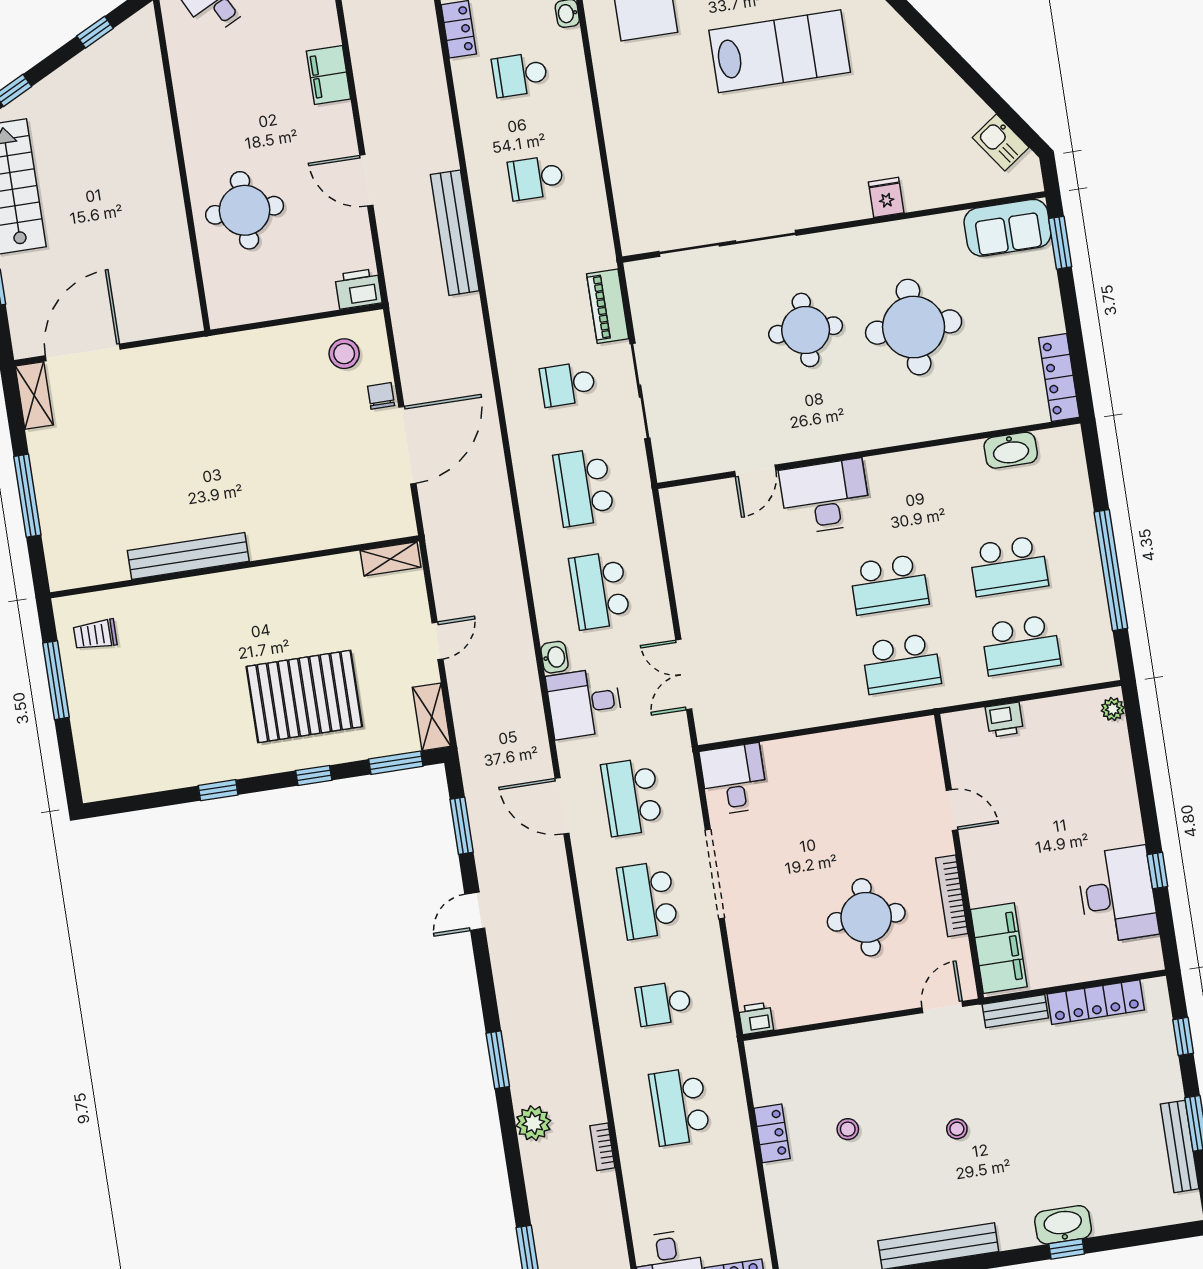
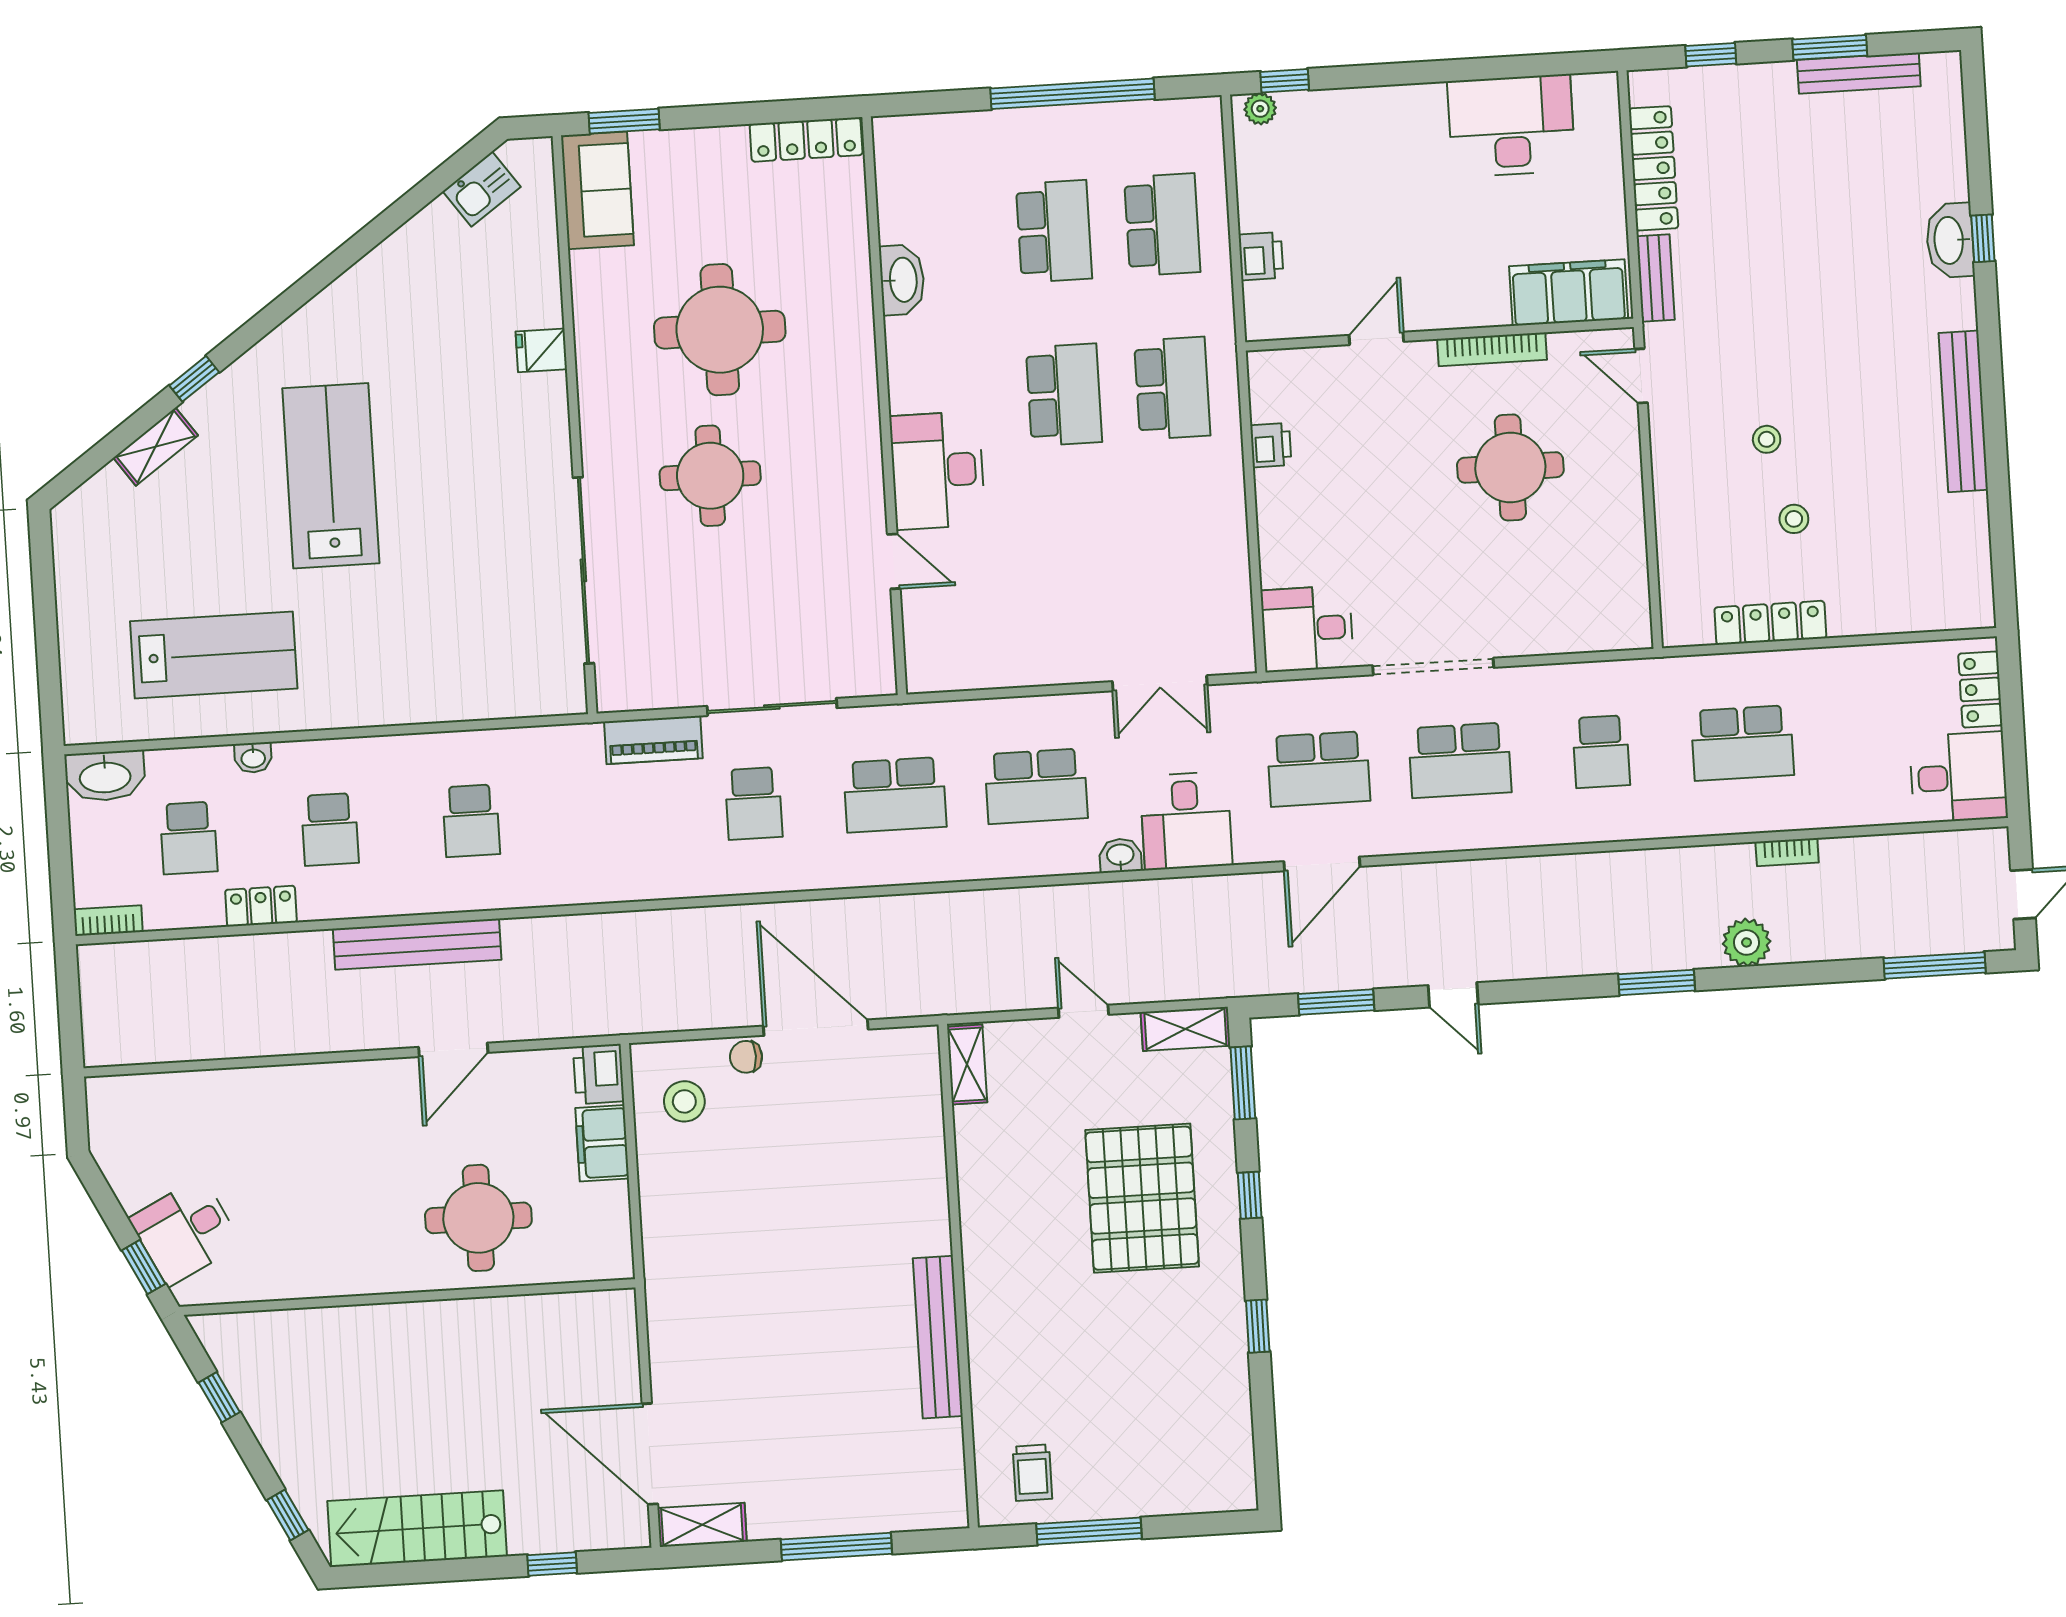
filing cabinet: (329, 75) -> (602, 1143), moved, turned 90
bench: (455, 233) -> (417, 944), moved
washbasin: (1011, 450) -> (902, 280), moved
window: (1157, 871) -> (1285, 81), moved
printer: (756, 1018) -> (1271, 445), moved, turned 180
stool: (957, 1129) -> (1767, 439), moved
locker: (772, 1133) -> (1770, 623), width x1.53

